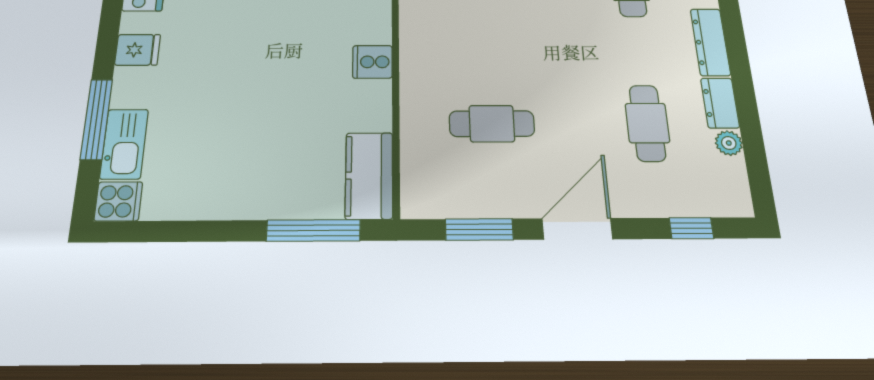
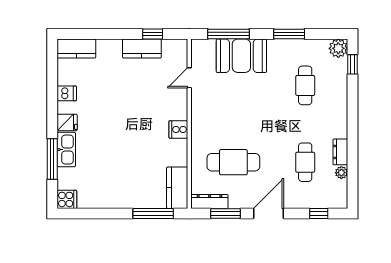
dresser: (710, 42) -> (210, 201), moved, turned 90
cafe table: (492, 124) -> (233, 162), width x1.37, depth x1.35
kitchen sink: (124, 144) -> (66, 150), moved

